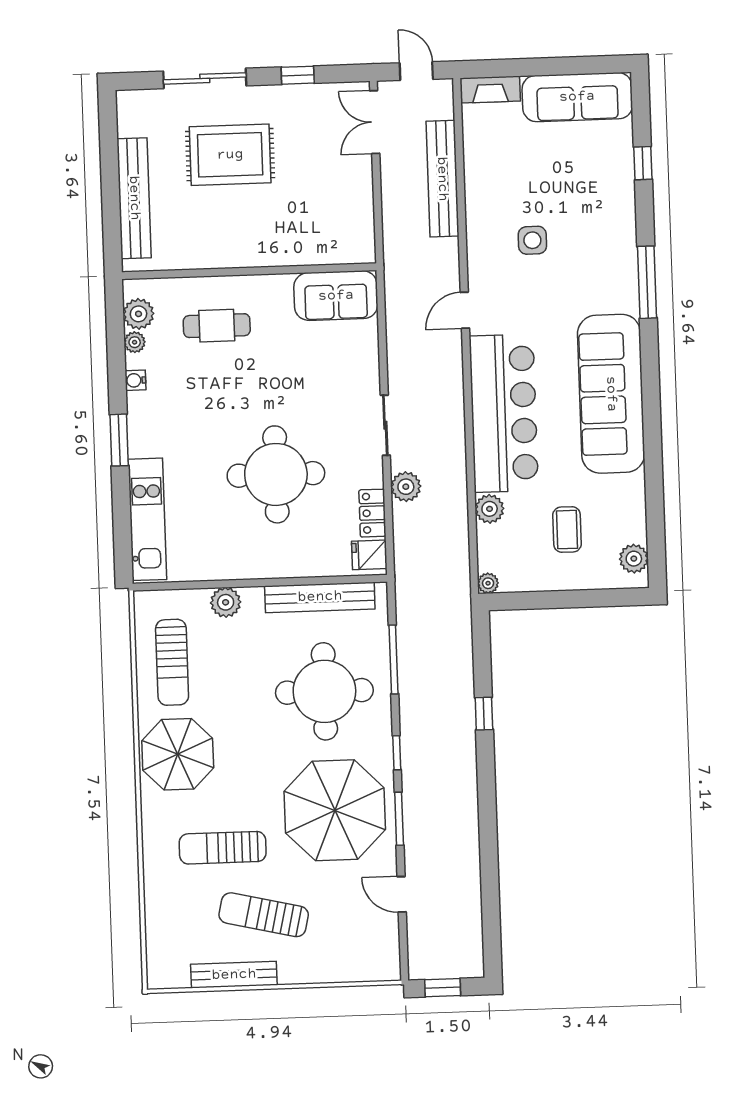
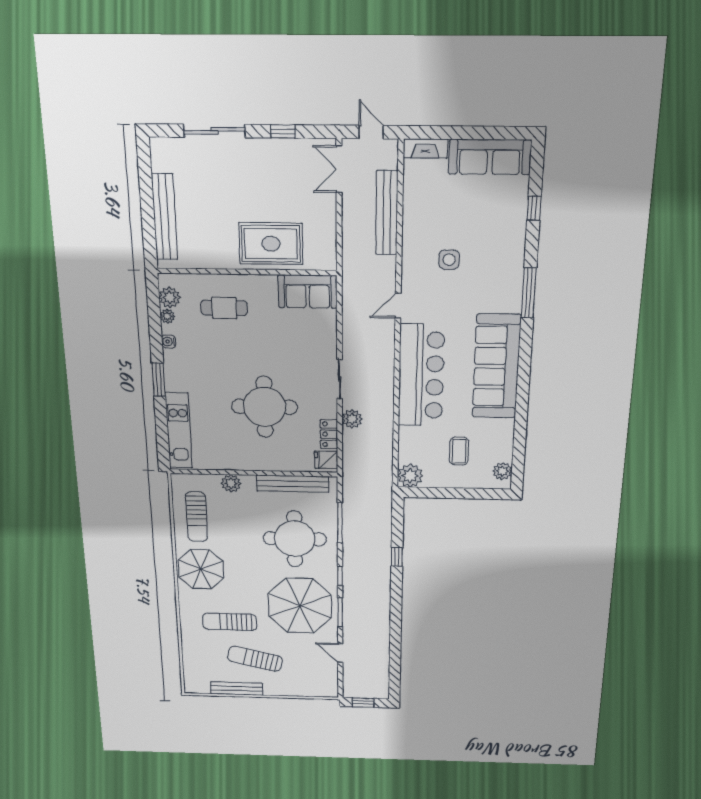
rug: (230, 155) -> (271, 244), moved
plant: (490, 509) -> (408, 436), removed
plant: (488, 583) -> (410, 476), width x1.88, depth x1.88

